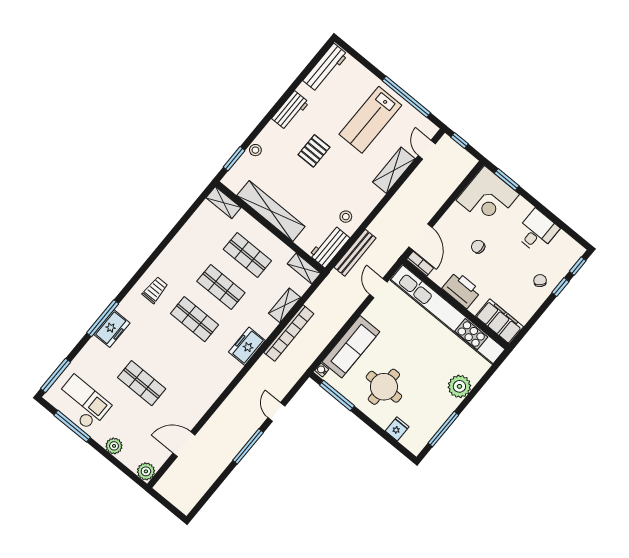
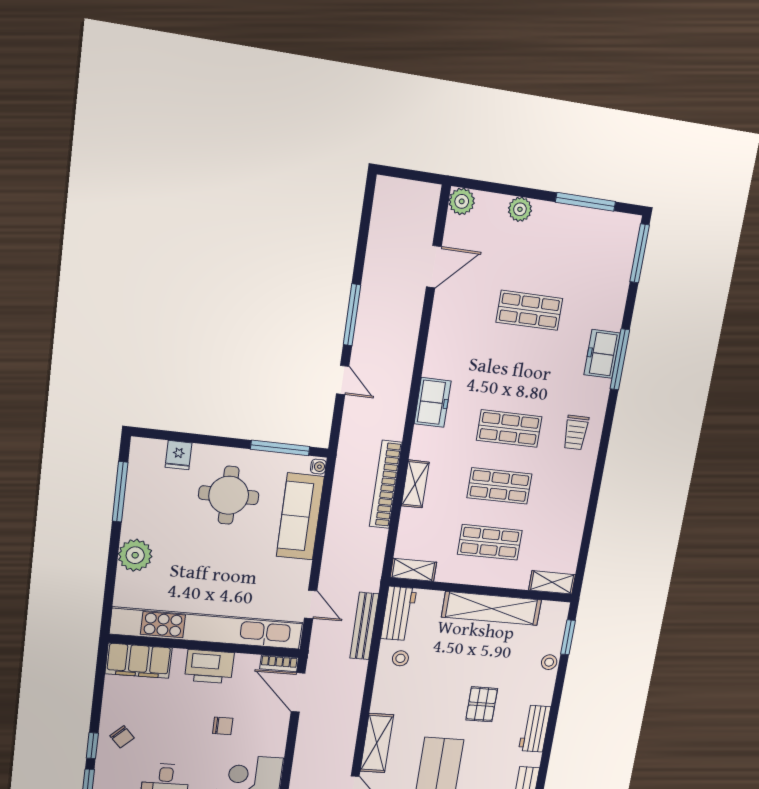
shelving: (285, 305) -> (415, 484), moved
freezer: (247, 346) -> (433, 402), moved
checkout: (82, 403) -> (589, 240), removed

